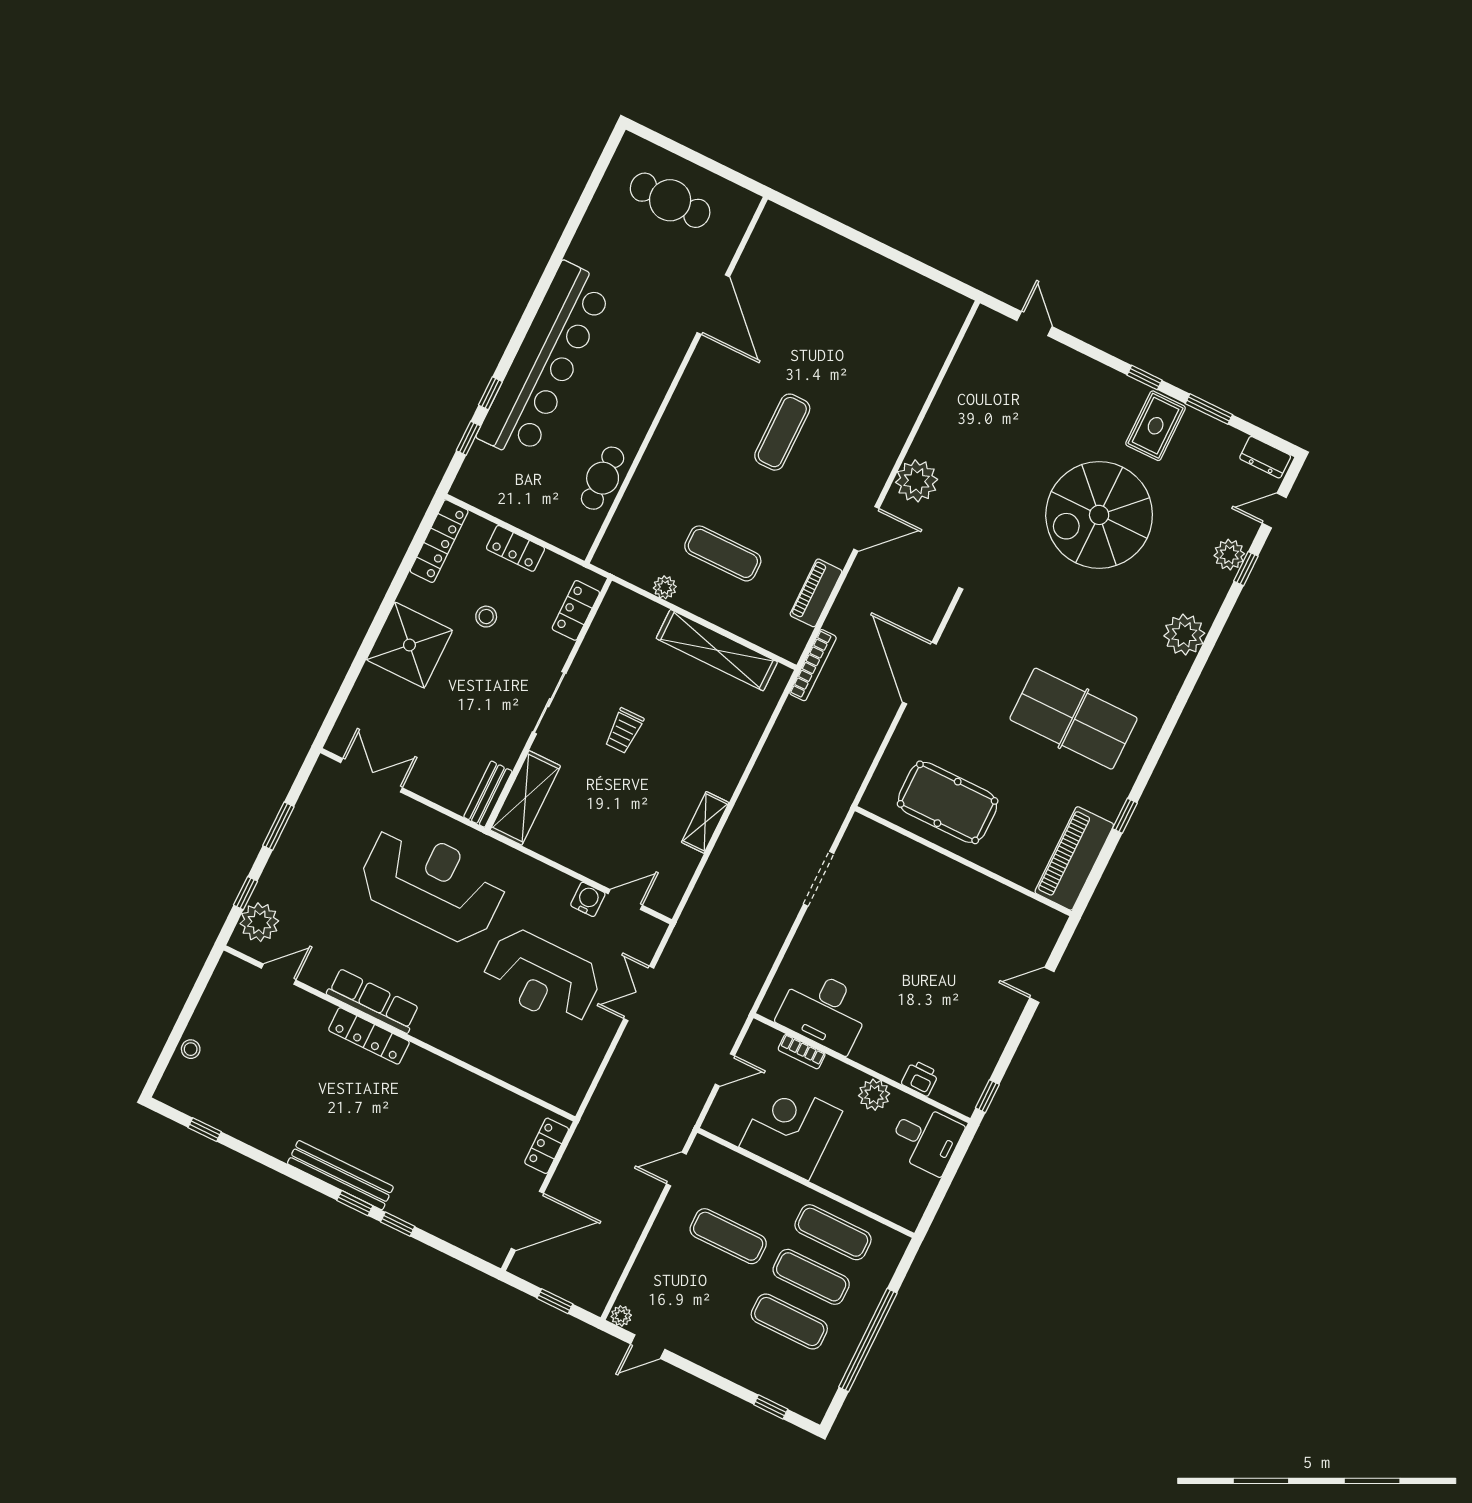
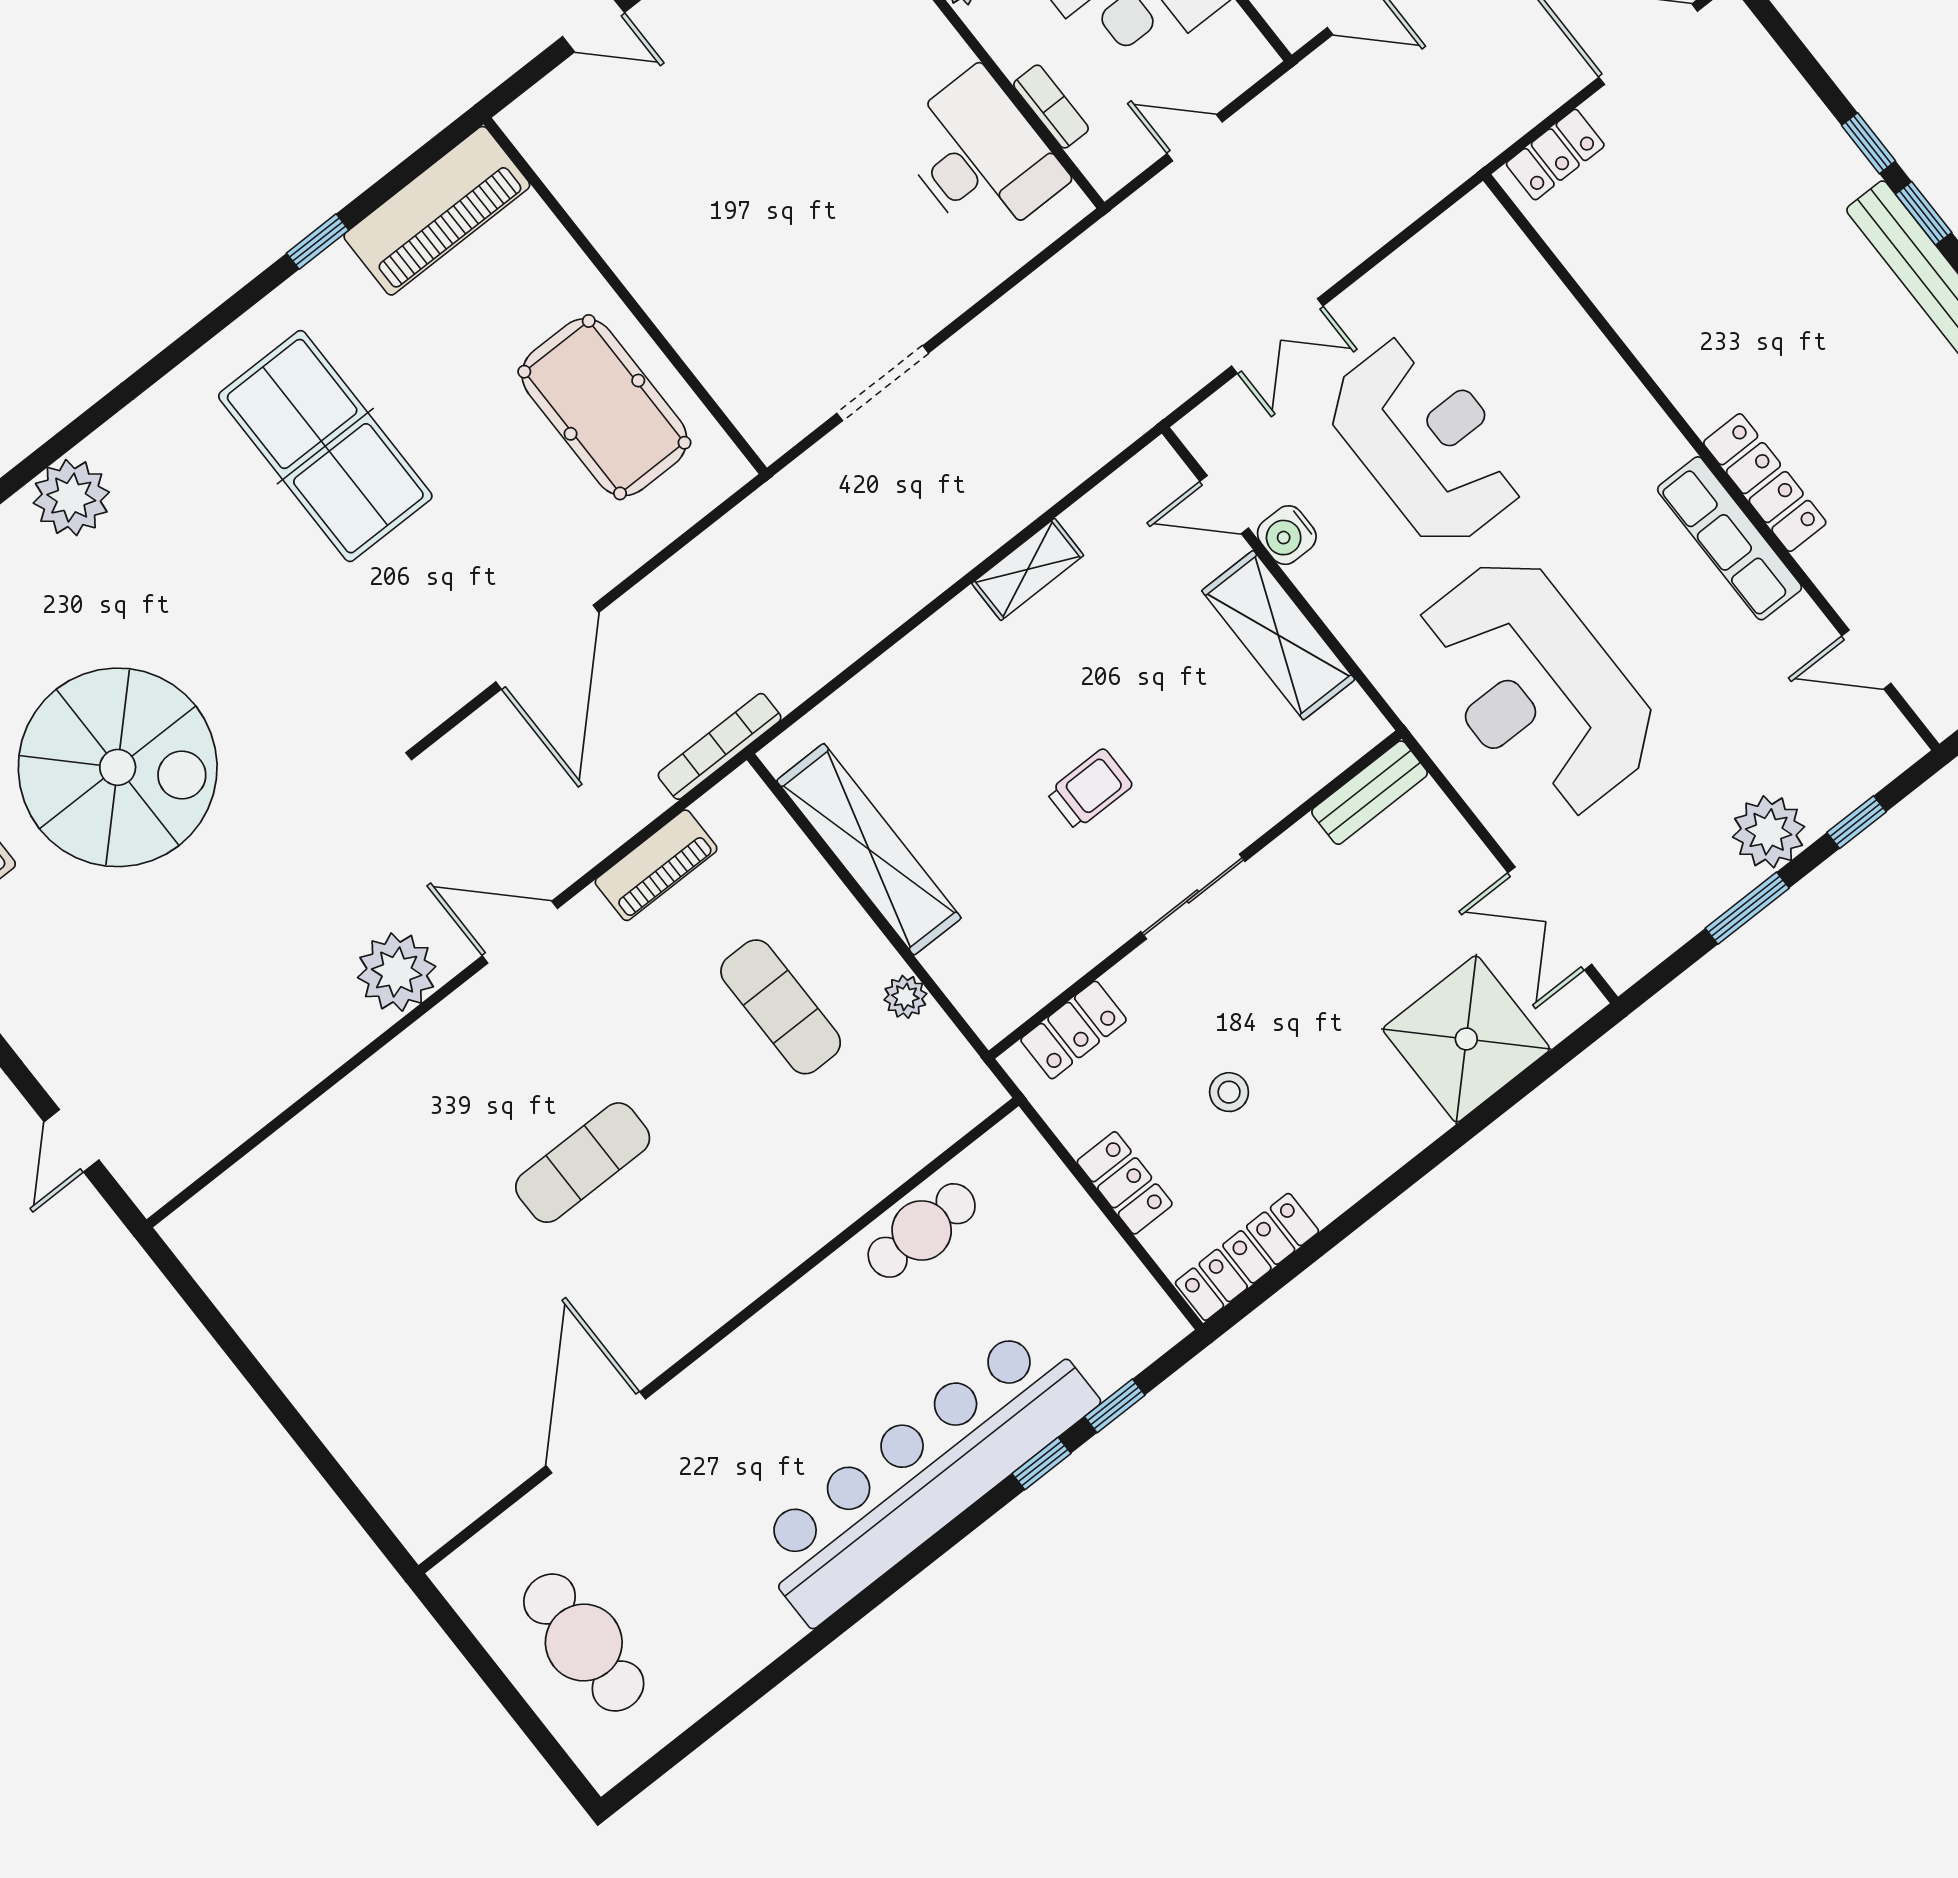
shower: (409, 645) -> (1466, 1039), moved
shelving: (525, 798) -> (1278, 635), moved, turned 90
plant: (259, 922) -> (1769, 832), moved

